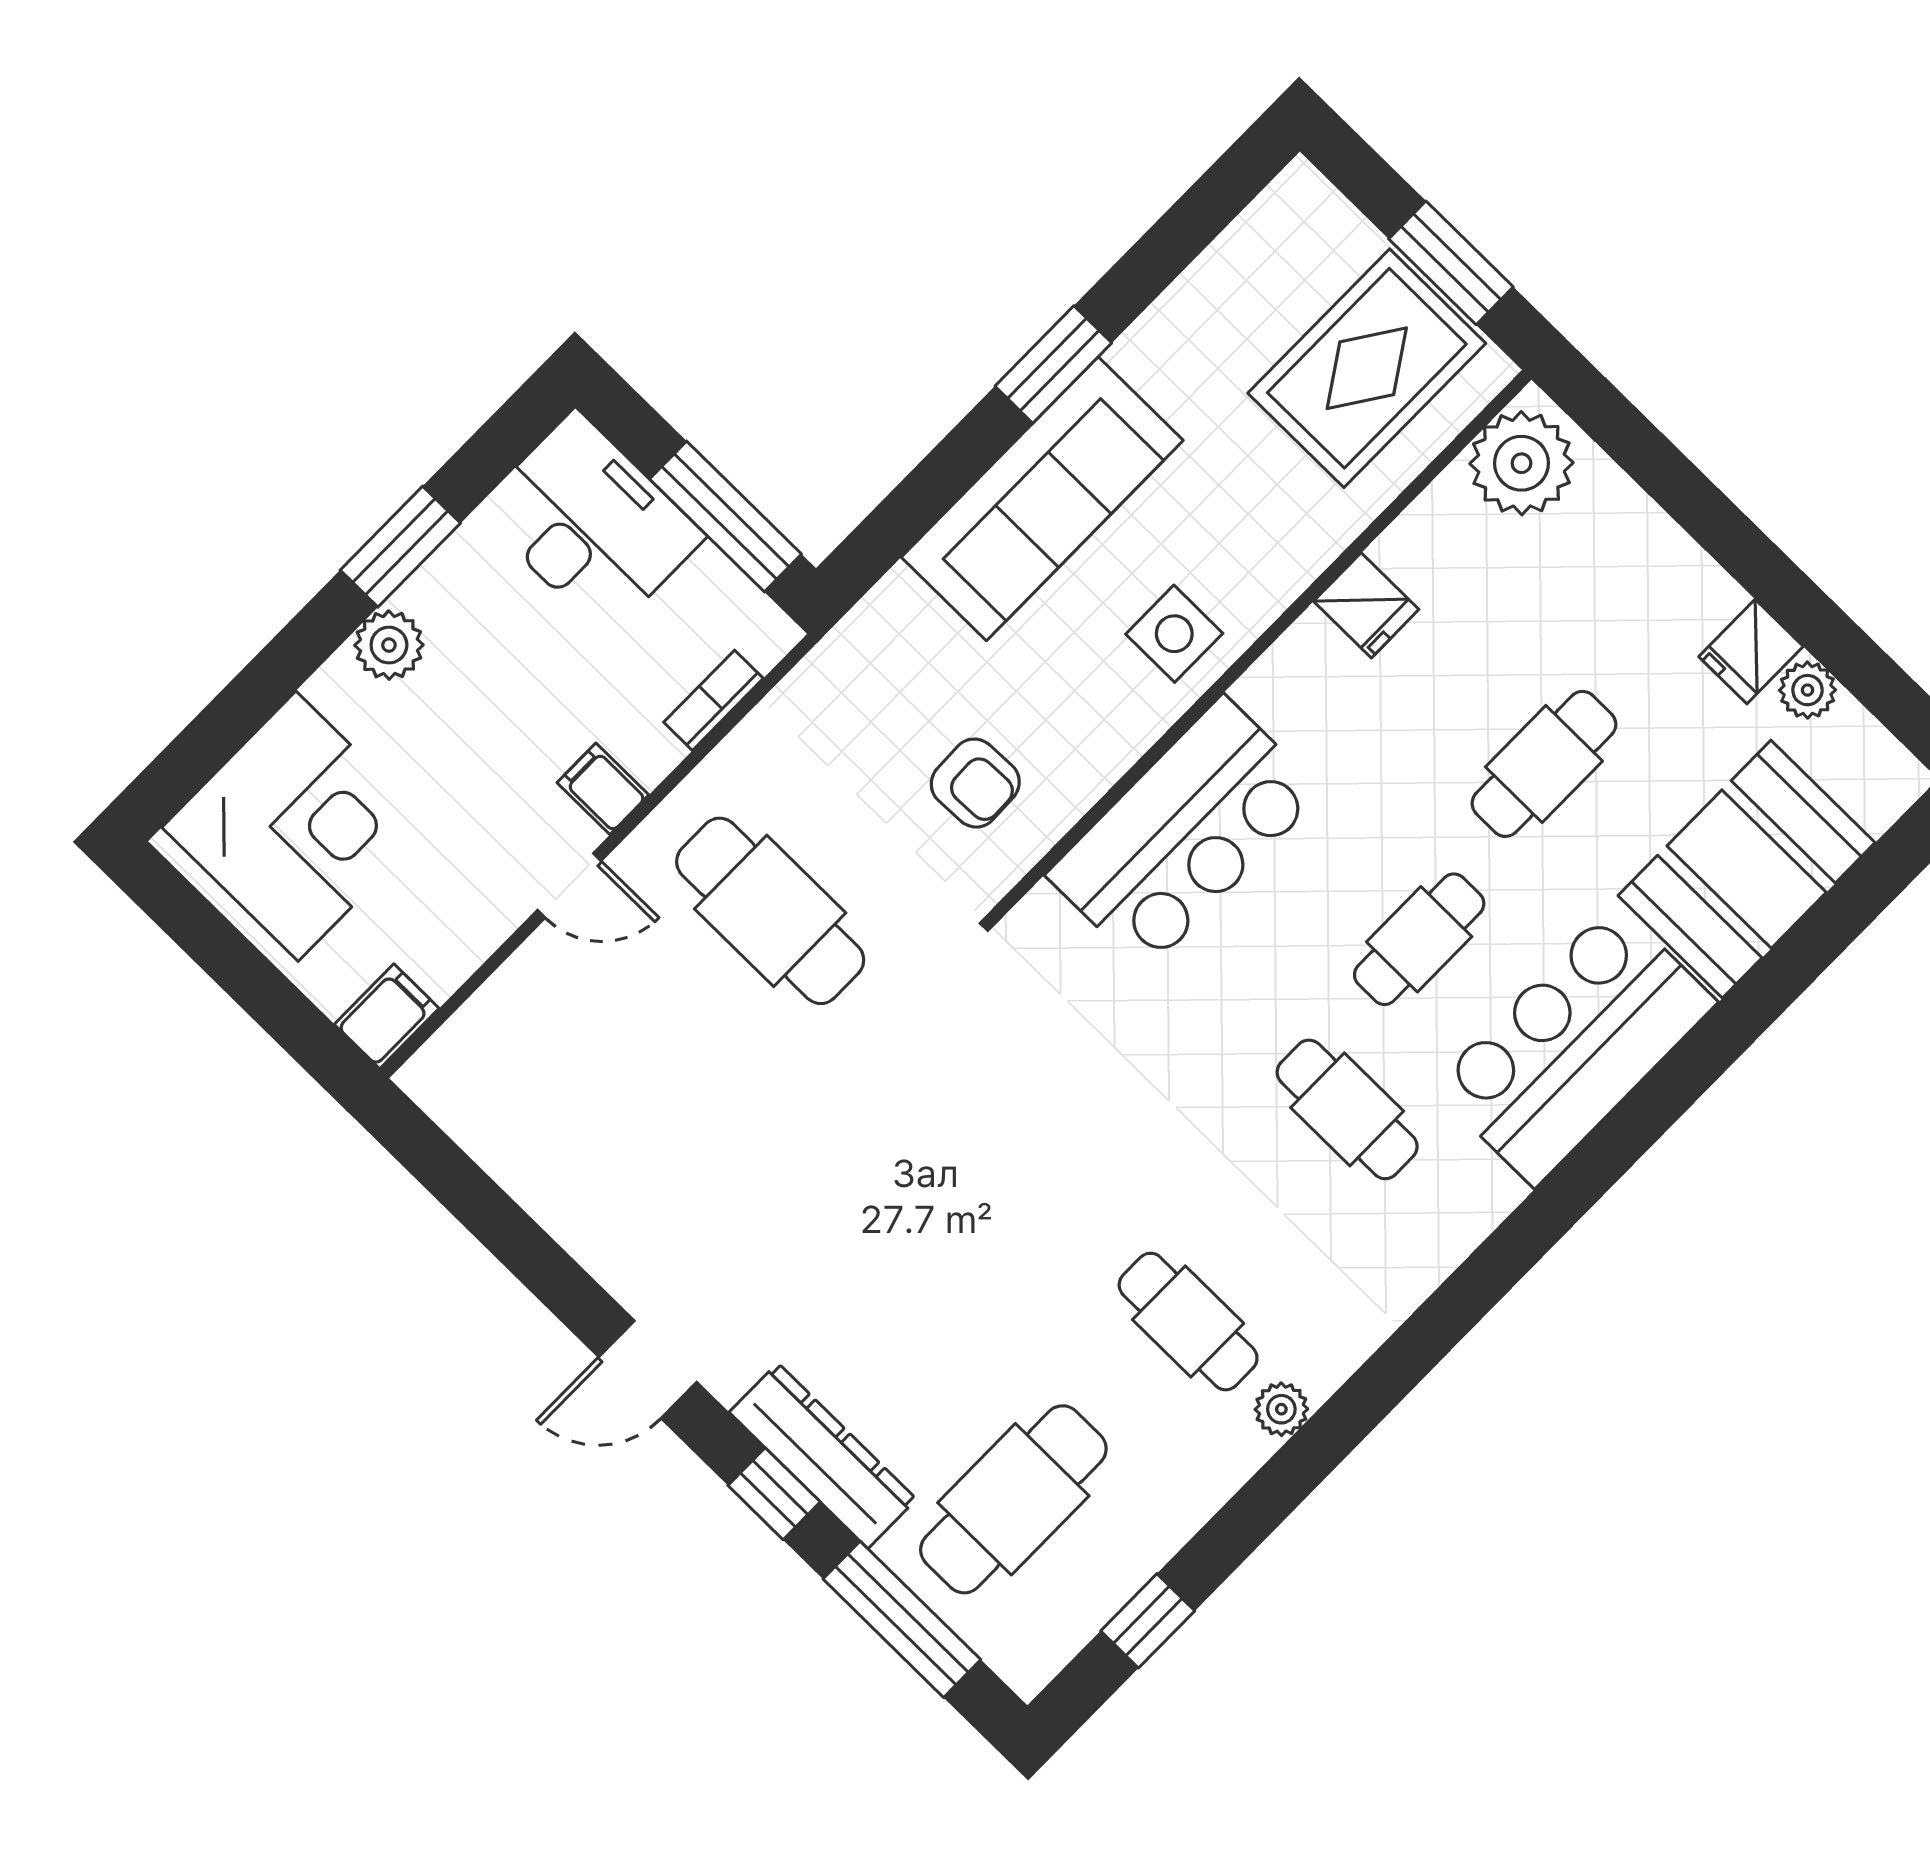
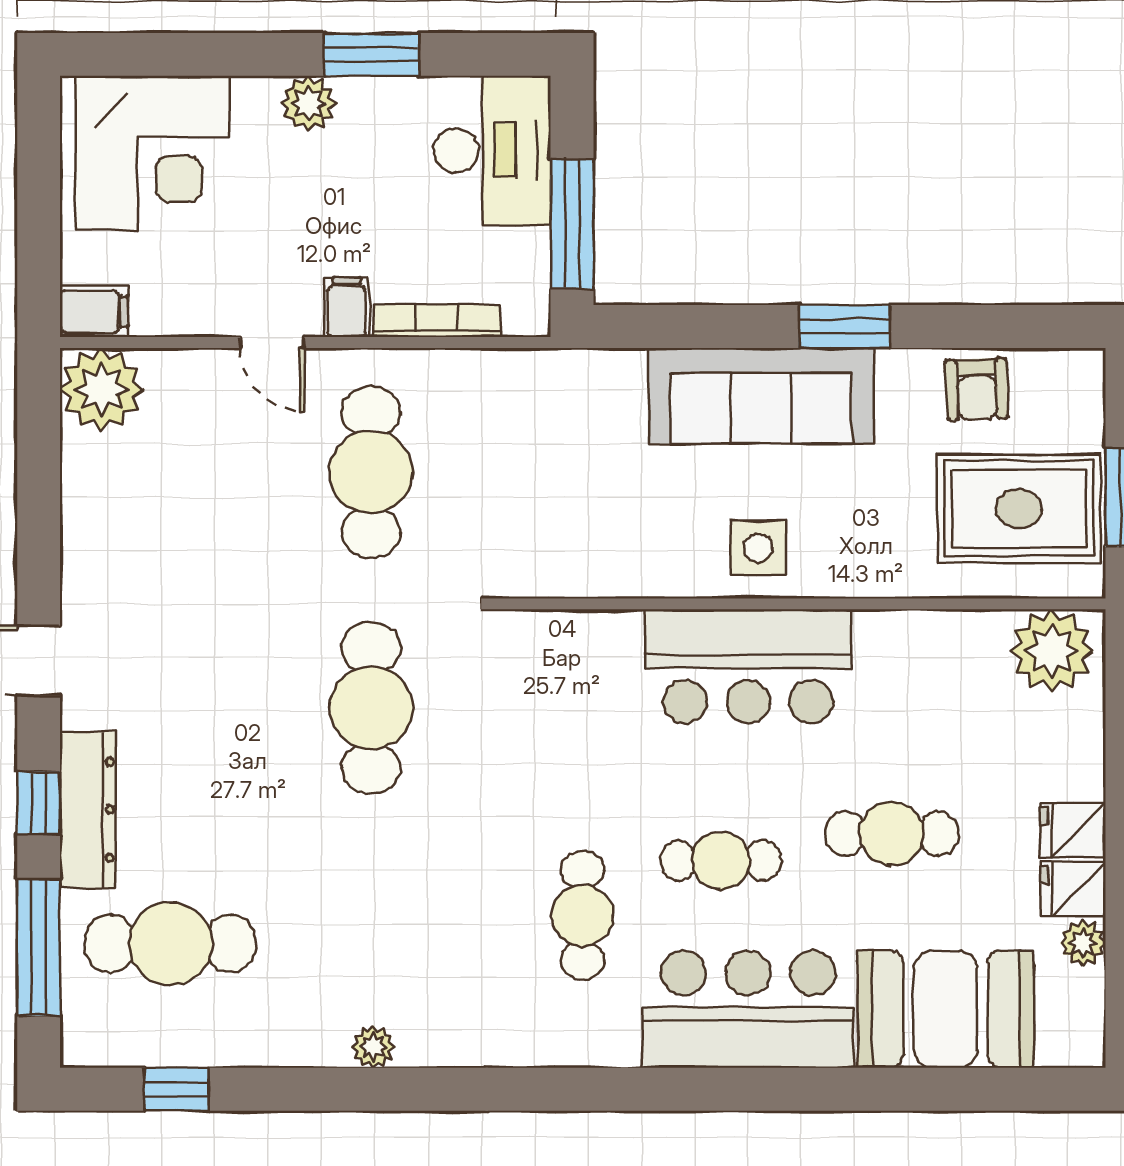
fridge: (1366, 605) -> (1073, 830), moved, turned 90
bookcase: (713, 700) -> (437, 321), width x1.56
armchair: (975, 783) -> (977, 389), moved
bar counter: (1184, 834) -> (748, 666), moved
plant: (462, 1078) -> (102, 389), added
cafe table: (1188, 1322) -> (371, 708), moved, width x1.37, depth x1.35

